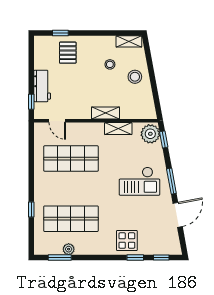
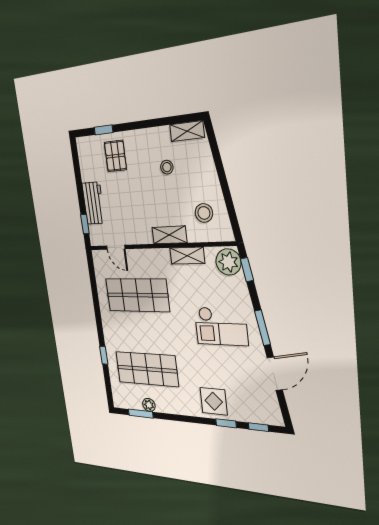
stool: (135, 77) -> (204, 213), moved

